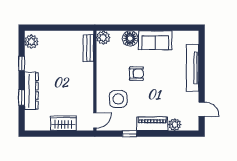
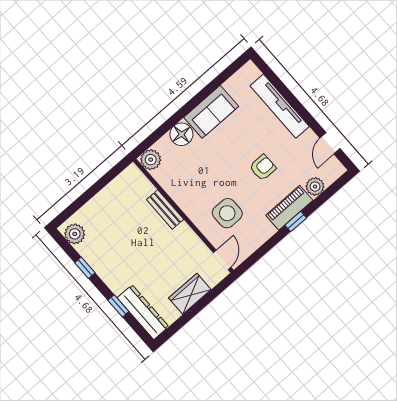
bench: (88, 48) -> (165, 209), moved
armchair: (136, 74) -> (263, 167), moved
dresser: (31, 91) -> (143, 312), moved
door: (202, 109) -> (330, 143), swing flipped
window: (129, 134) -> (296, 221), moved

